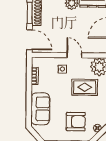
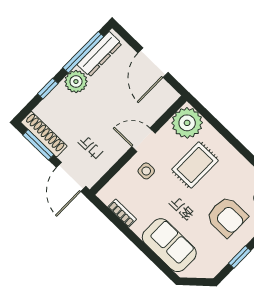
door: (29, 40) -> (71, 177), swing flipped
armchair: (76, 122) -> (227, 217), turned 90

